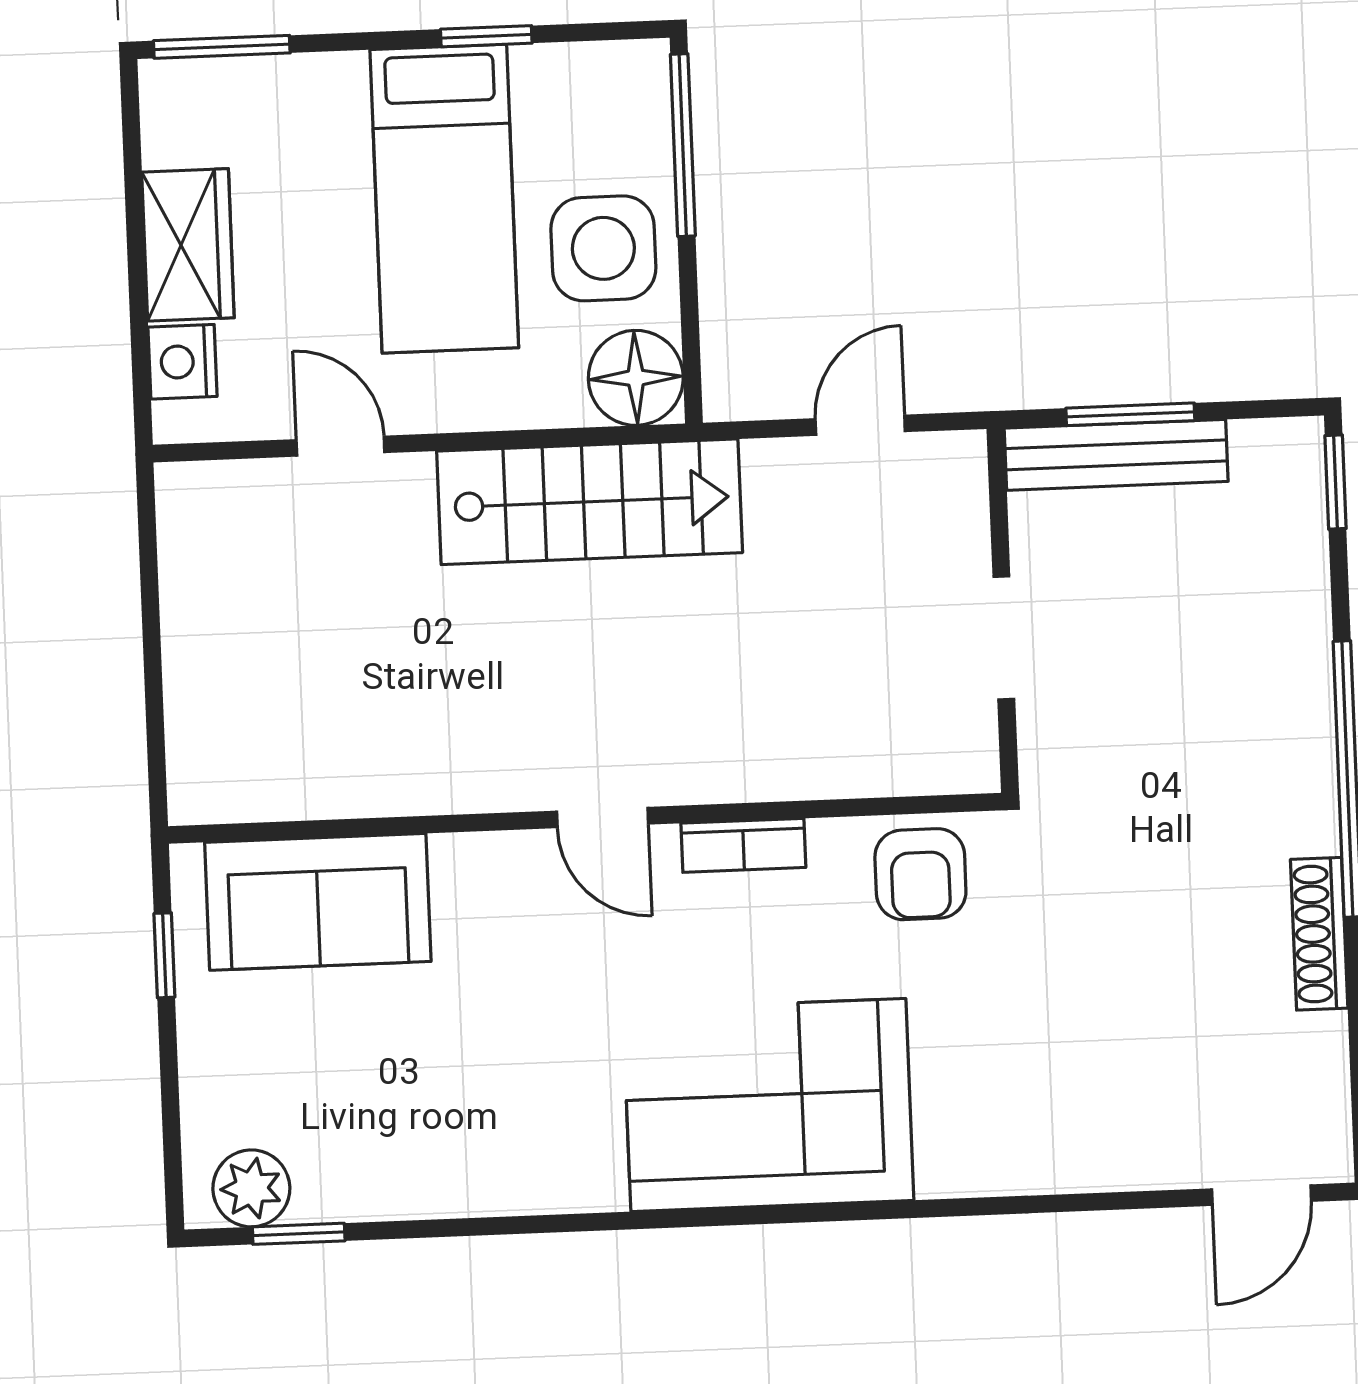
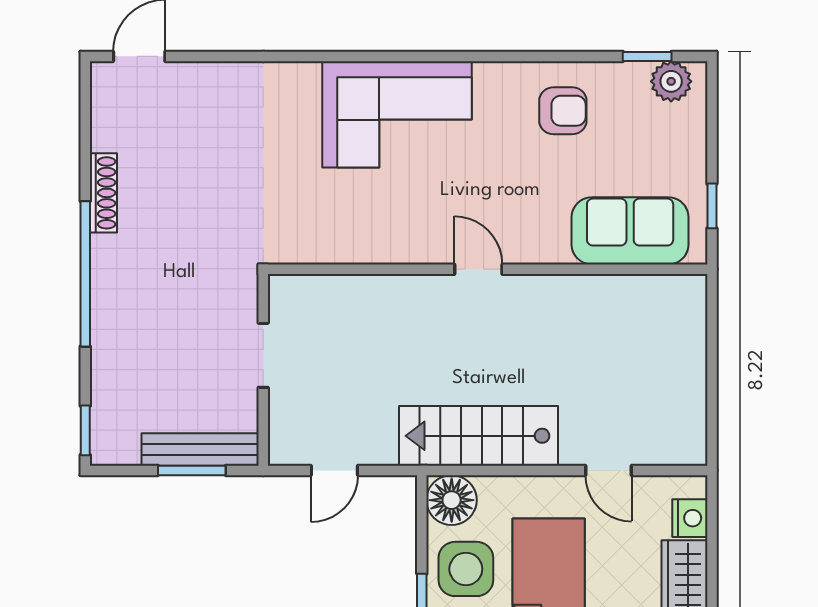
bookcase: (743, 845) -> (405, 252), removed
armchair: (920, 874) -> (563, 111), moved, turned 90

